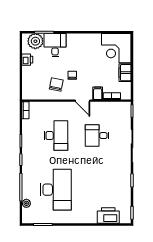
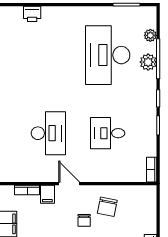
desk: (56, 136) -> (108, 133), width x0.73
desk: (97, 136) -> (48, 133), width x1.37
plant: (28, 185) -> (148, 62), added
printer: (108, 216) -> (32, 14), width x0.53, depth x0.68

